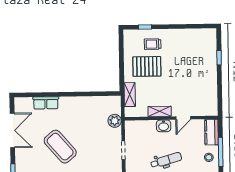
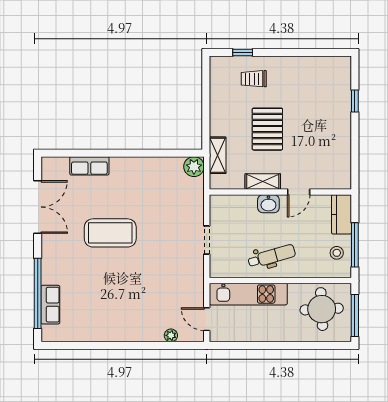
pallet: (147, 66) -> (267, 129), moved, turned 90
plant: (115, 121) -> (194, 167), moved
coffee table: (60, 147) -> (110, 233), turned -49

